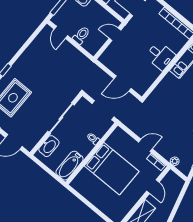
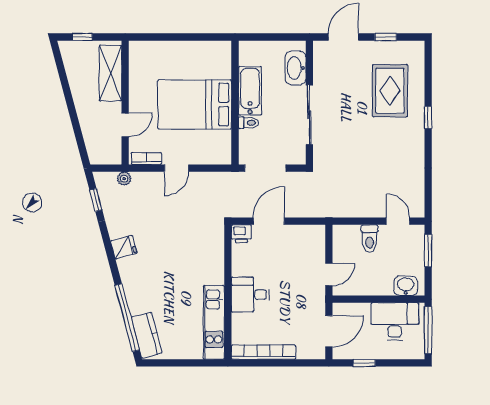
printer: (141, 88) -> (241, 234), added
bathtub: (70, 166) -> (250, 91), moved
door: (153, 187) -> (125, 125), swing flipped

